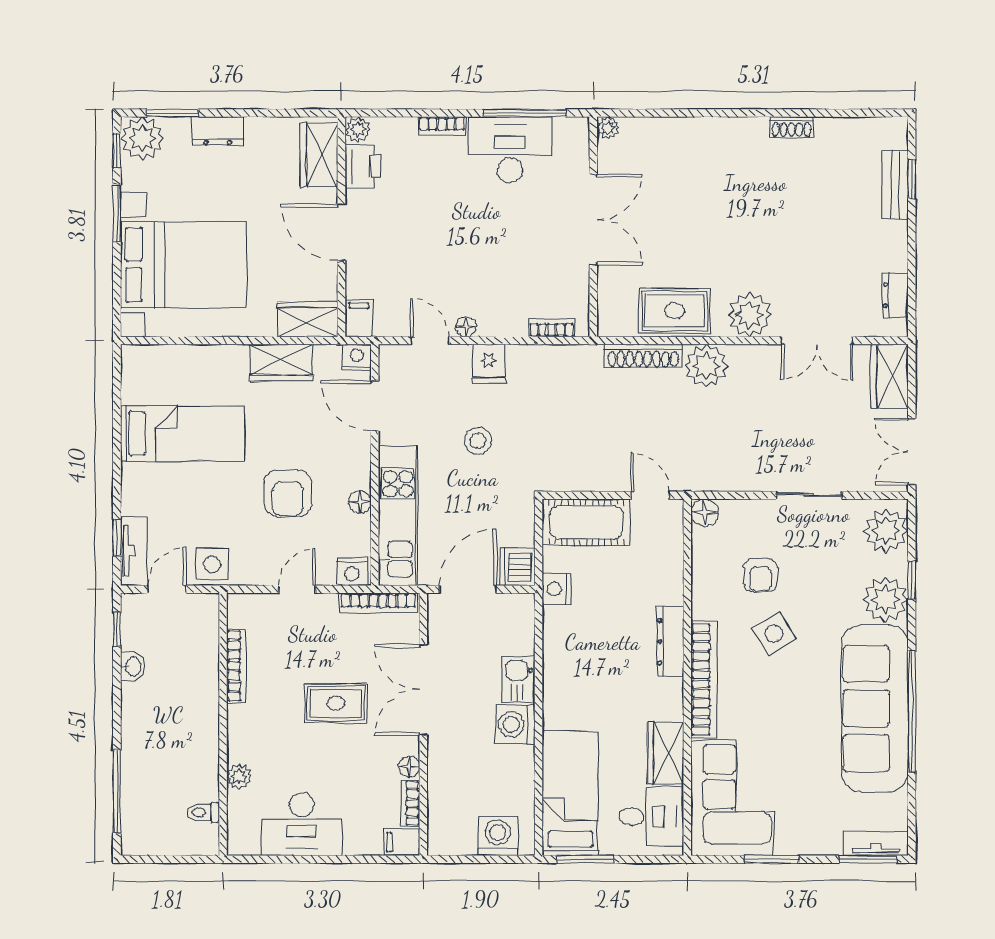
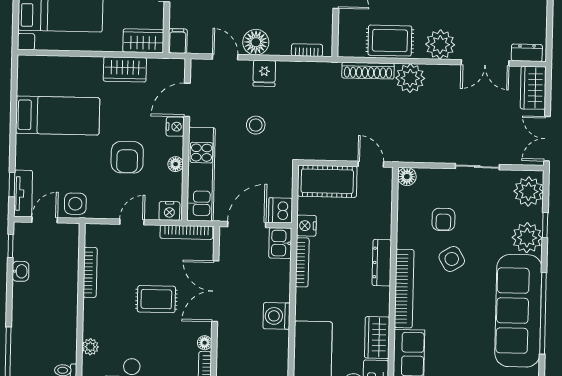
dresser: (895, 295) -> (527, 53), moved, turned 90
floor lamp: (466, 327) -> (256, 42), width x1.89, depth x1.89
nightstand: (357, 357) -> (175, 127), moved, turned 90
door: (375, 406) -> (187, 100), hinge flipped
bookcase: (552, 644) -> (302, 262), added
kitchen sink: (518, 679) -> (280, 243), moved

